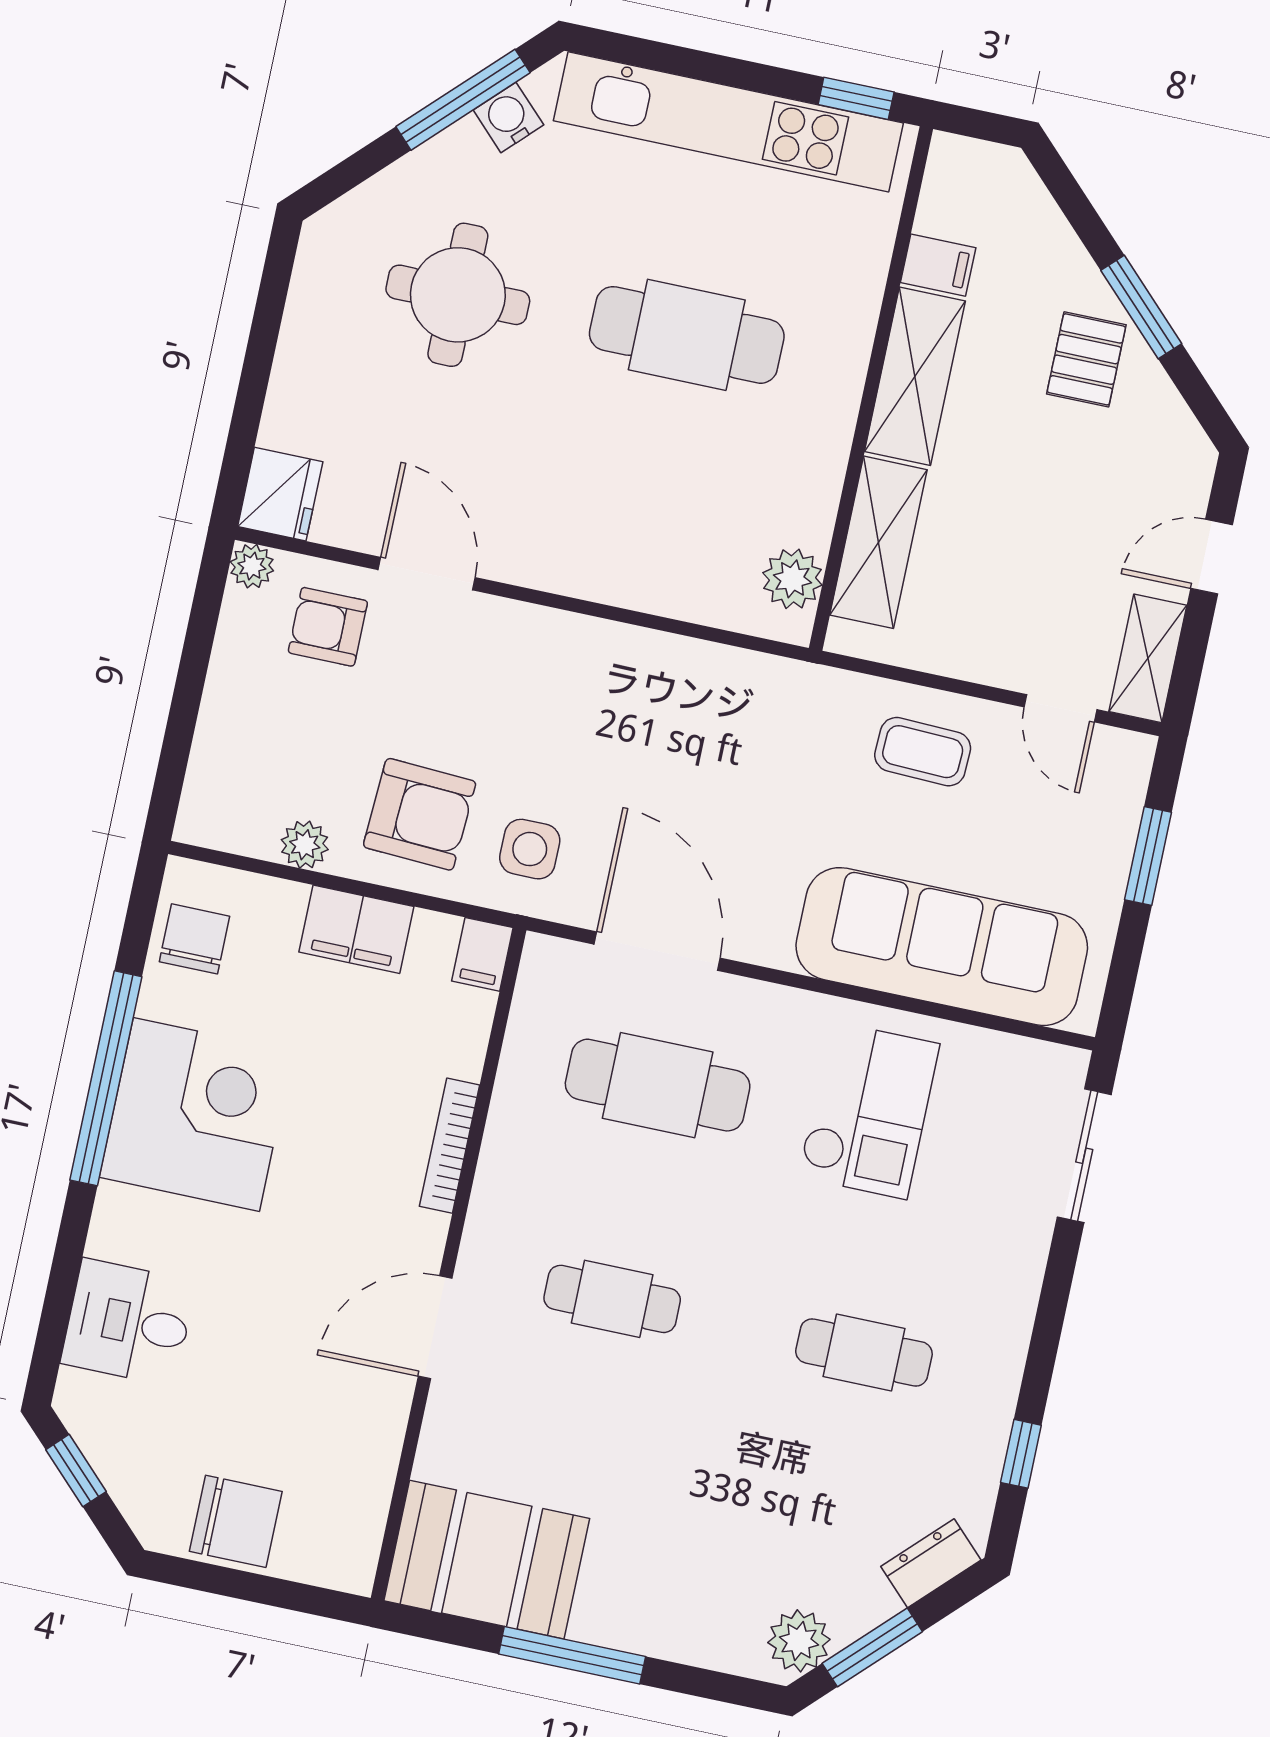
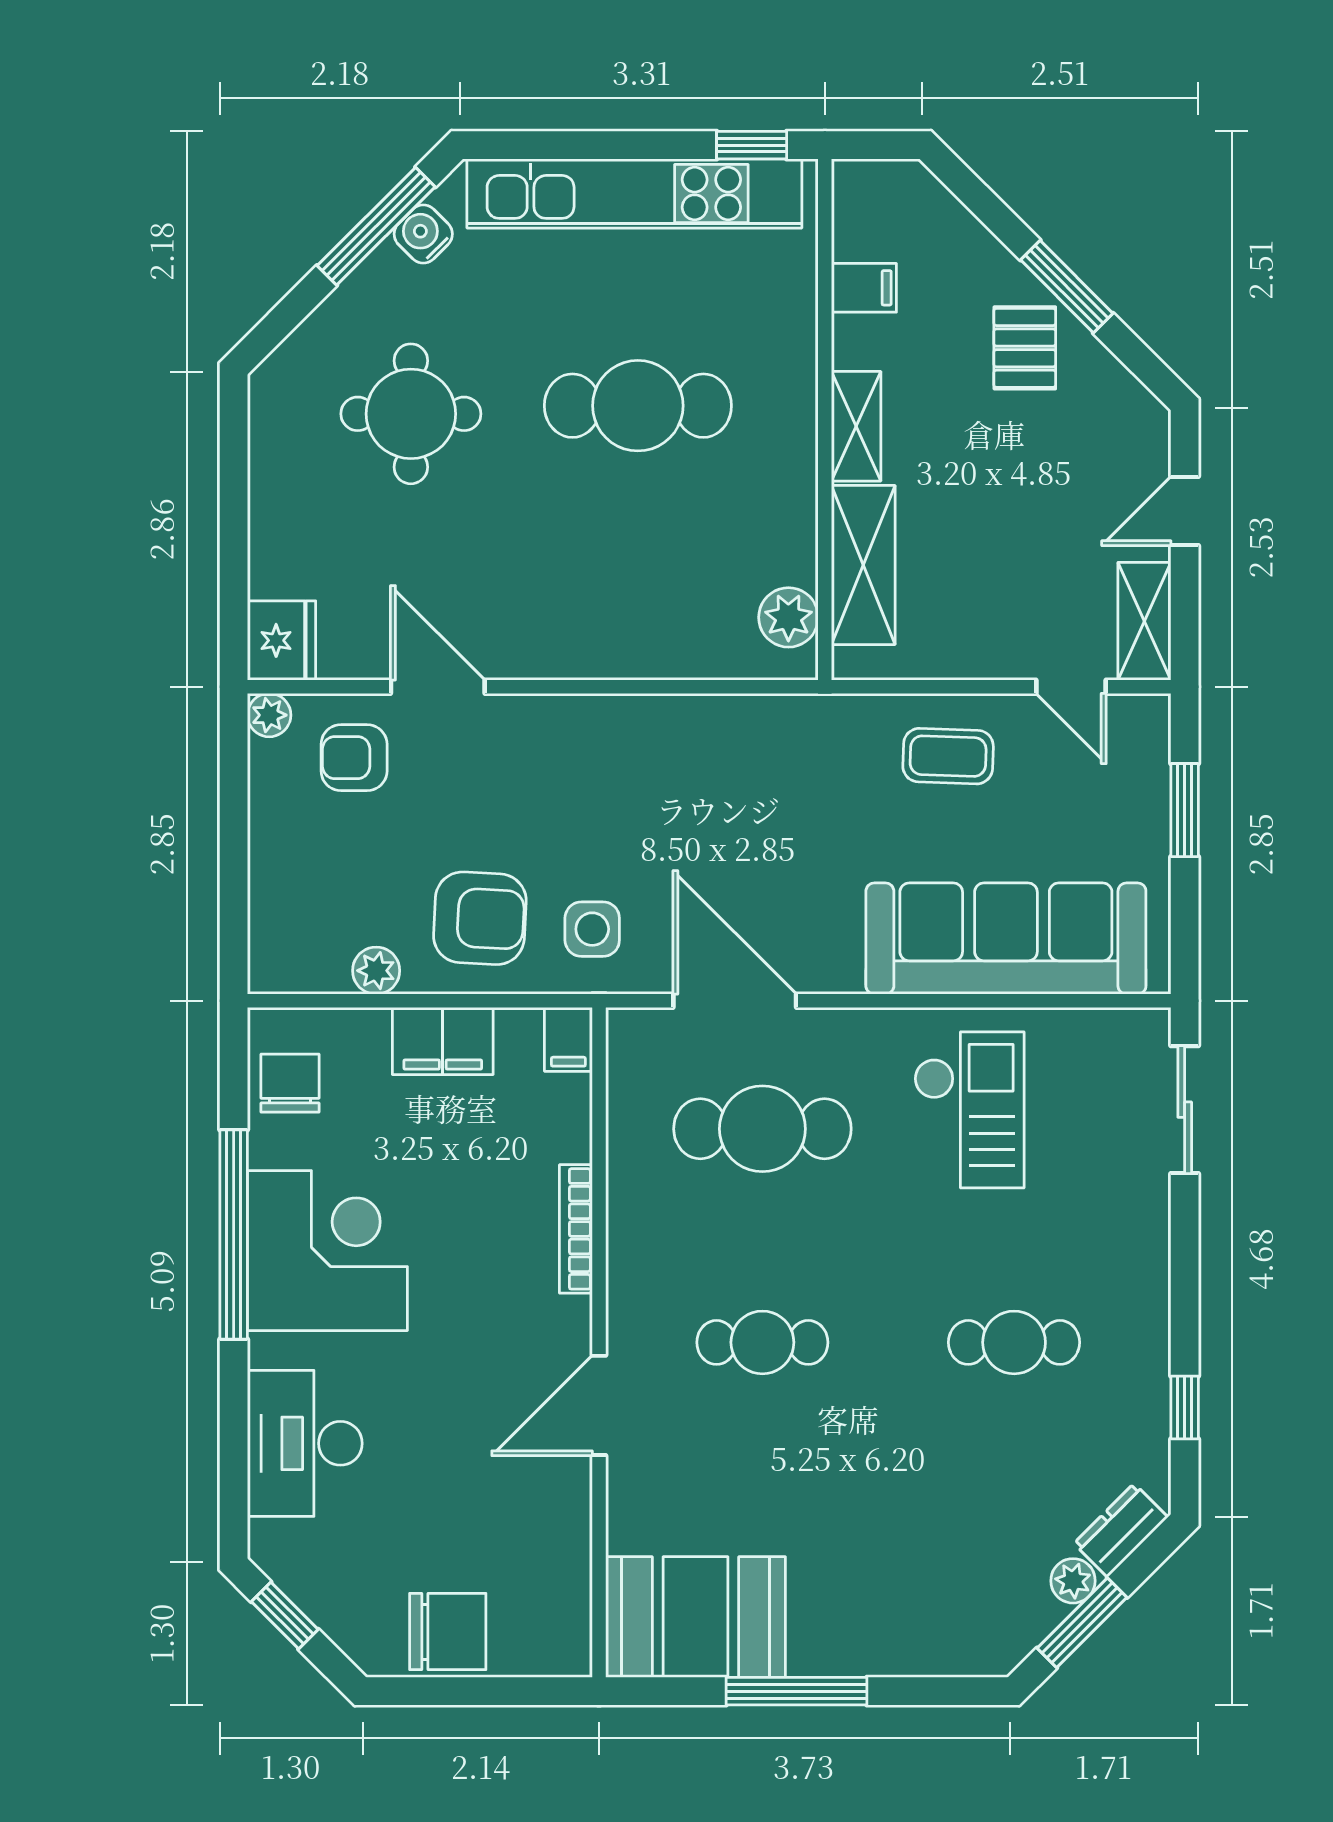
shelving: (915, 376) -> (856, 426), width x0.67, depth x0.75
desk: (128, 1322) -> (305, 1443), width x1.37
plant: (799, 1641) -> (1073, 1581), moved, width x0.73, depth x0.73

